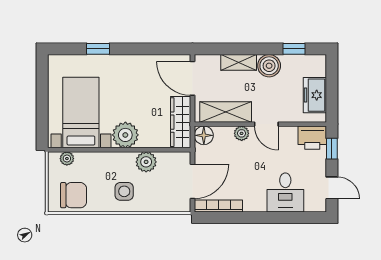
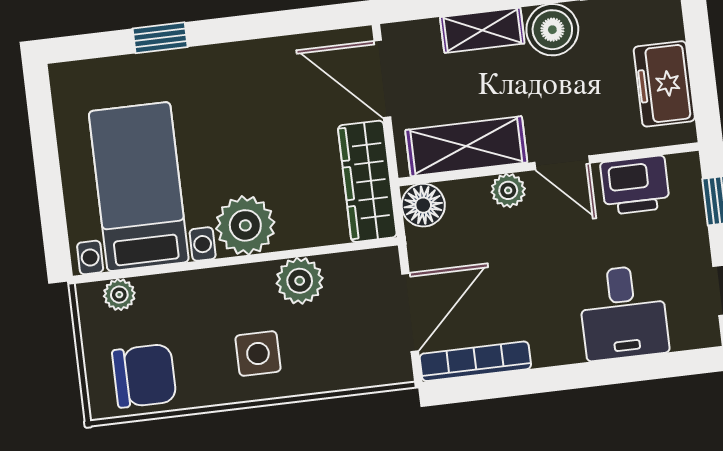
printer: (312, 138) -> (635, 185), moved

